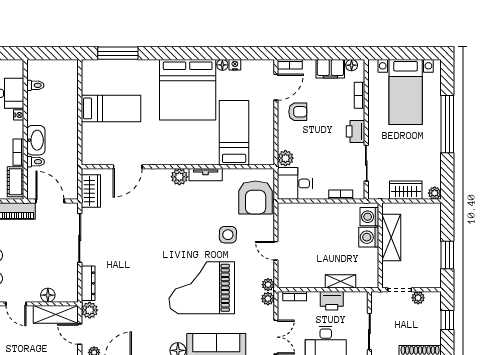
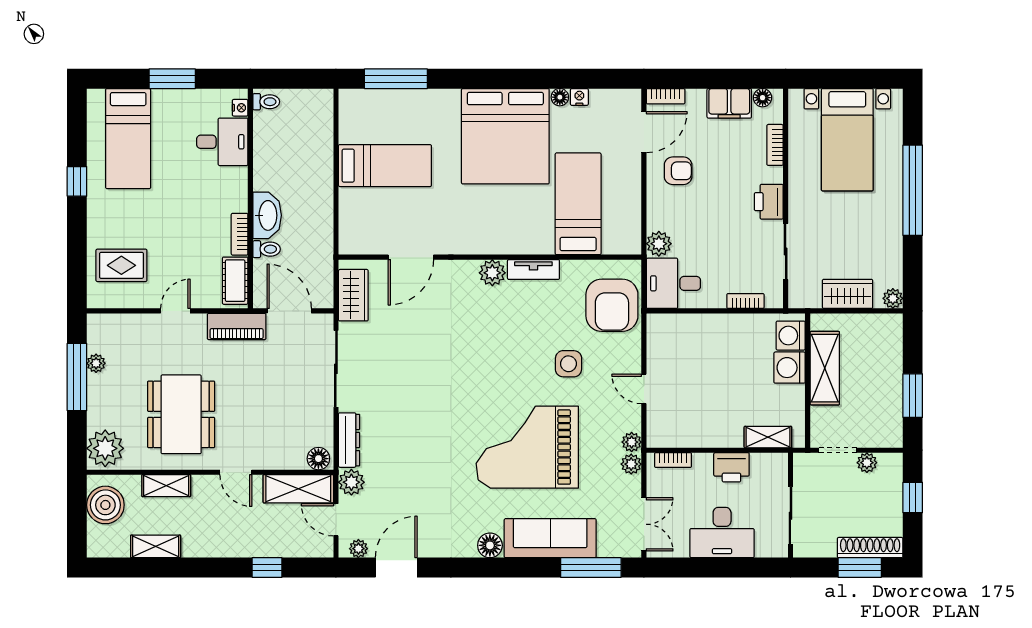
toilet: (35, 85) -> (266, 102), moved
nightstand: (19, 115) -> (240, 108), moved
shelving: (340, 281) -> (768, 437), moved
floor lamp: (48, 295) -> (318, 459), moved

